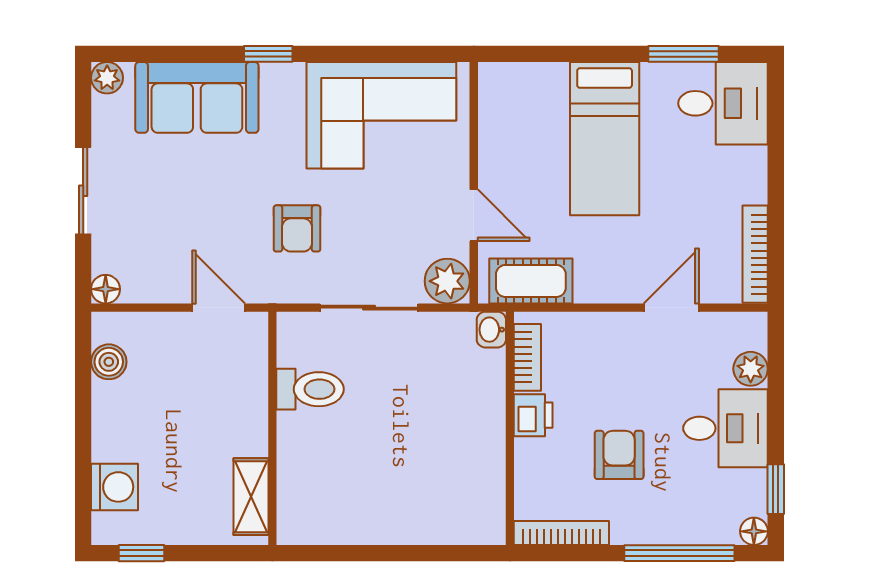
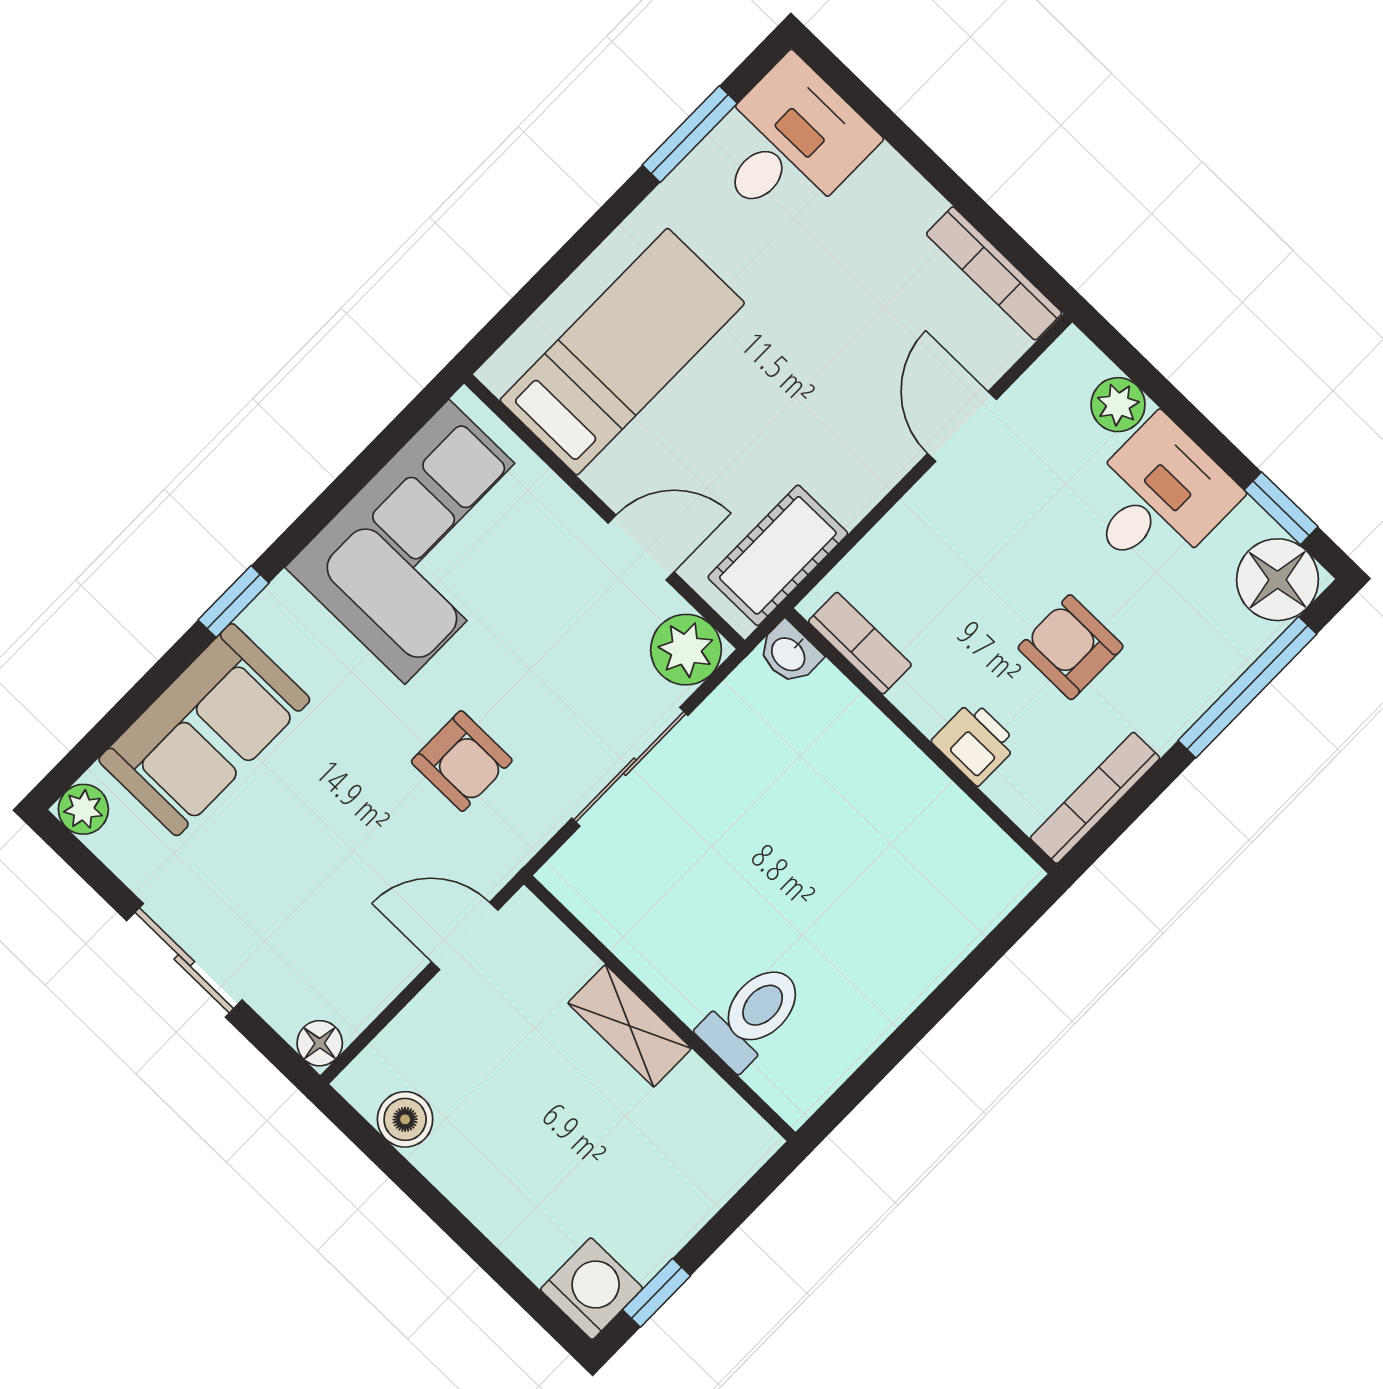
bed: (605, 139) -> (622, 352), moved, turned -90
toilet: (310, 389) -> (752, 1016), moved
printer: (533, 415) -> (975, 743), moved
washing machine: (115, 487) -> (591, 1289), moved
shelving: (251, 497) -> (630, 1026), moved
floor lamp: (754, 531) -> (1278, 580), width x1.89, depth x1.89

